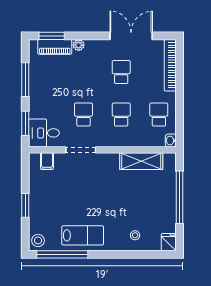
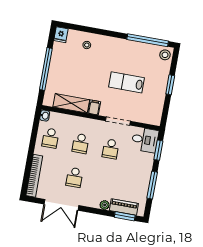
filing cabinet: (47, 161) -> (94, 107), moved
lab bench: (83, 235) -> (127, 82), moved

